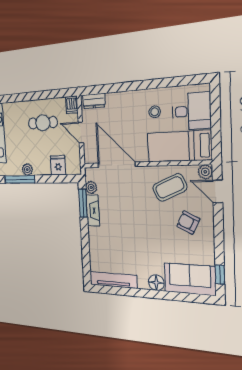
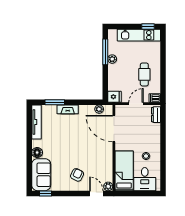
fridge: (58, 165) -> (115, 97), moved
door: (117, 165) -> (114, 129), swing flipped
coffee table: (170, 187) -> (99, 164), removed
door: (218, 191) -> (96, 193), hinge flipped
window: (83, 203) -> (55, 102), moved
fireplace: (93, 211) -> (68, 109), moved

